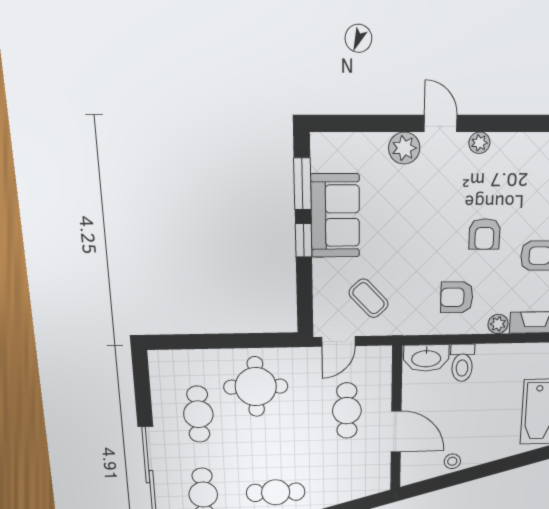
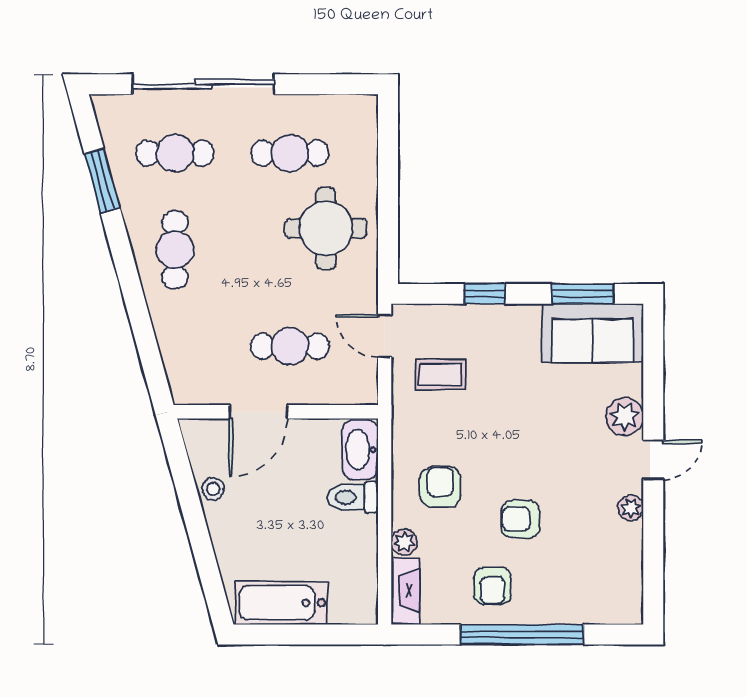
sofa: (335, 216) -> (593, 333), moved
window: (304, 240) -> (485, 294), moved
coffee table: (369, 298) -> (441, 374), turned 43

